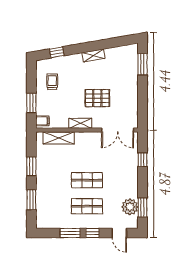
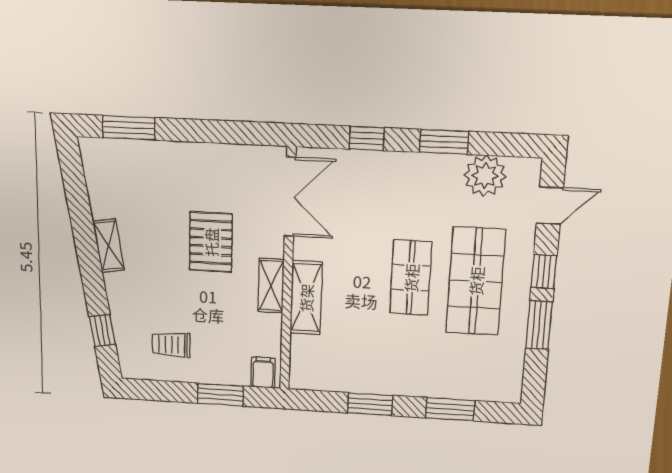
shelving: (59, 138) -> (306, 298), moved
shop shelf: (87, 206) -> (476, 281), width x1.43, depth x1.36
window: (142, 207) -> (444, 142), moved

